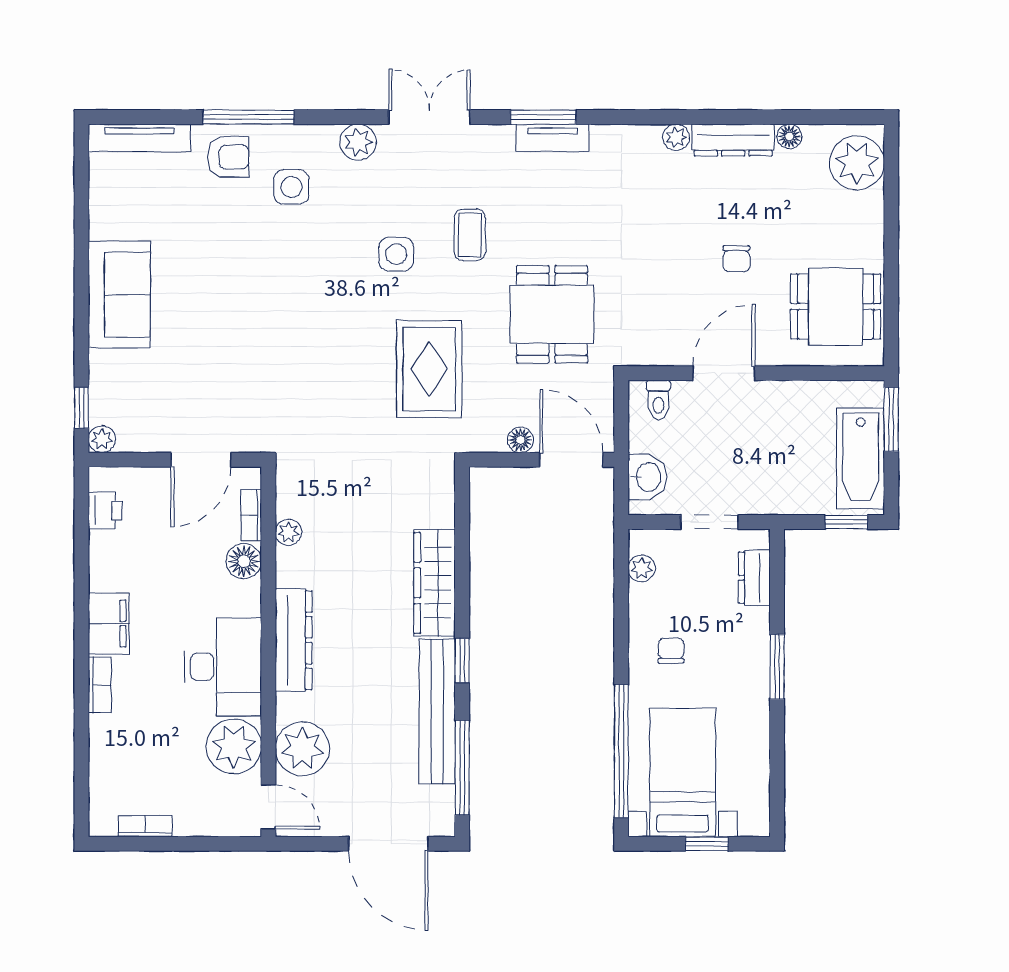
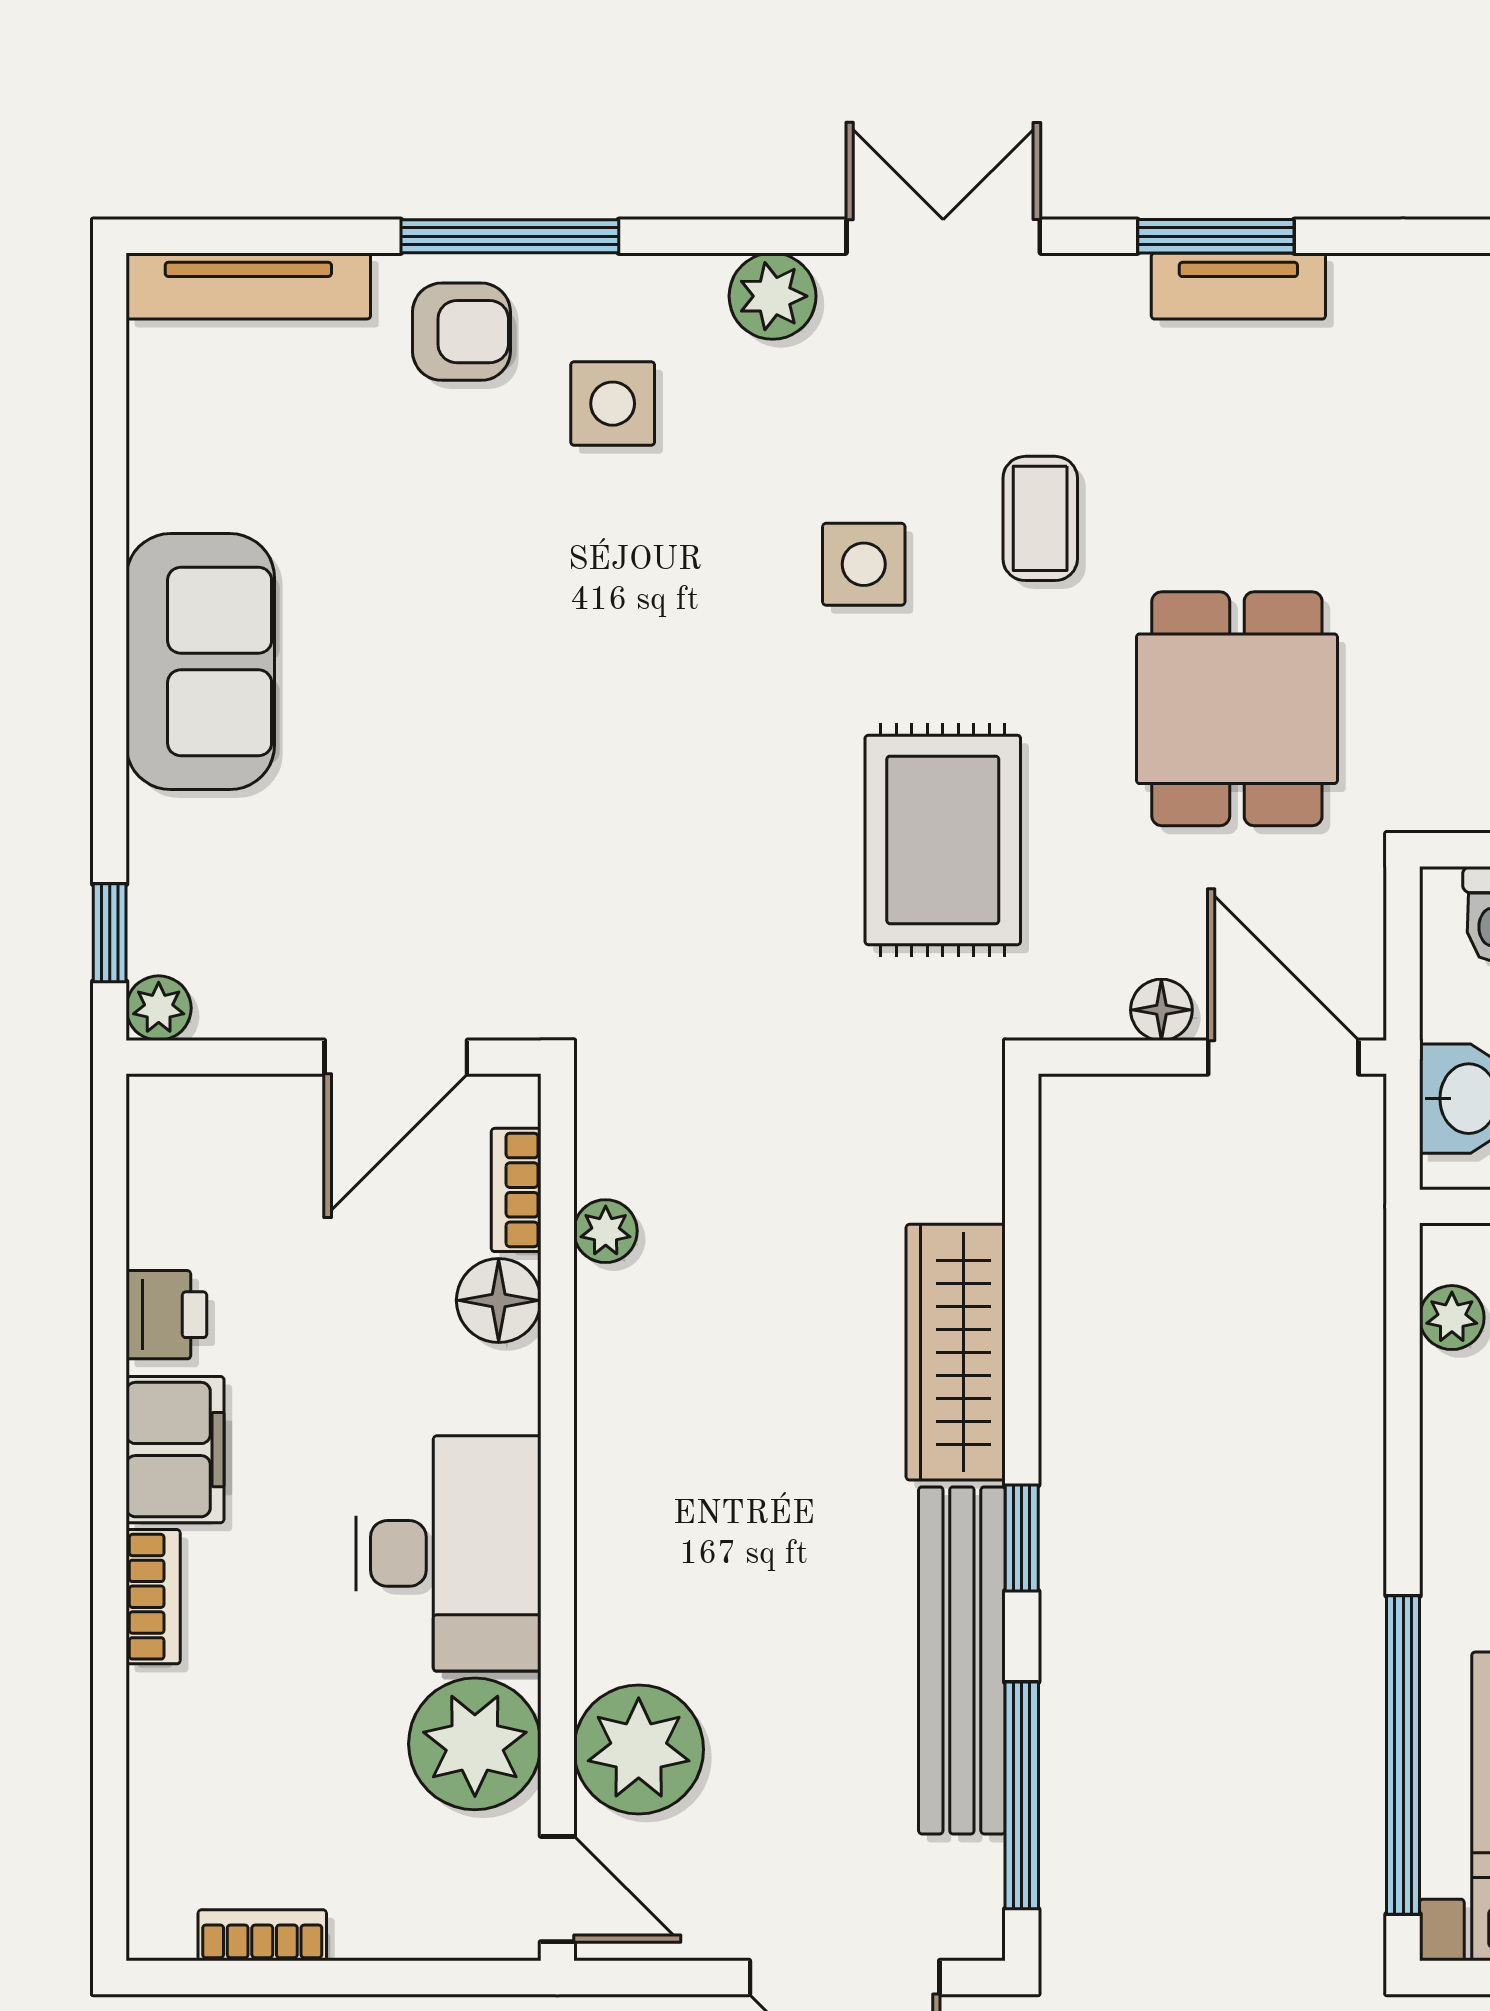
printer: (105, 510) -> (166, 1315), moved
dresser: (294, 640) -> (618, 1490), removed

